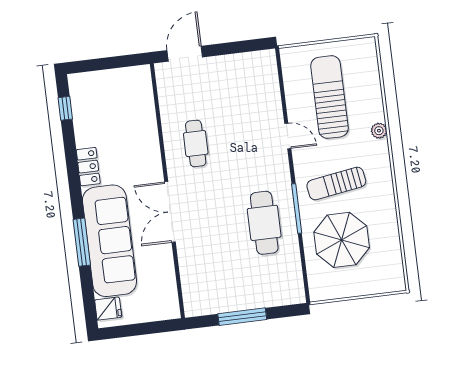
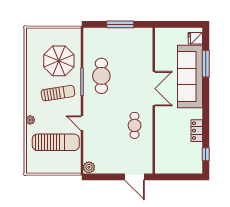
door: (185, 54) -> (135, 177), hinge flipped
plant: (266, 61) -> (89, 167), added
sun lounger: (329, 97) -> (56, 142), turned -90
locker: (88, 167) -> (197, 131), moved
window: (82, 242) -> (206, 64), moved

